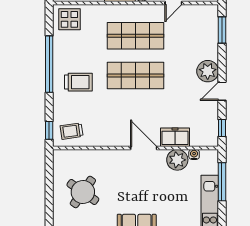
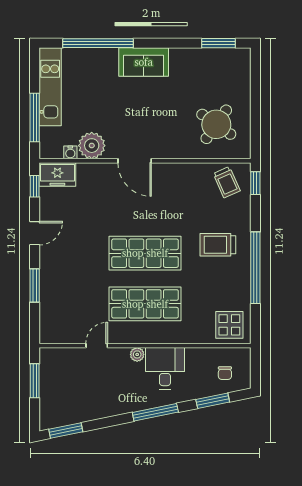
window: (222, 30) -> (35, 285), moved
plant: (208, 71) -> (53, 259), removed
trolley: (72, 131) -> (227, 182), turned 74
freezer: (175, 137) -> (57, 174), moved
round table: (83, 192) -> (216, 124), moved

